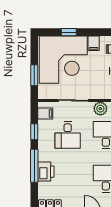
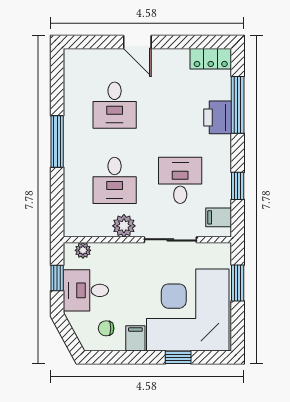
window: (34, 166) -> (238, 105), moved

